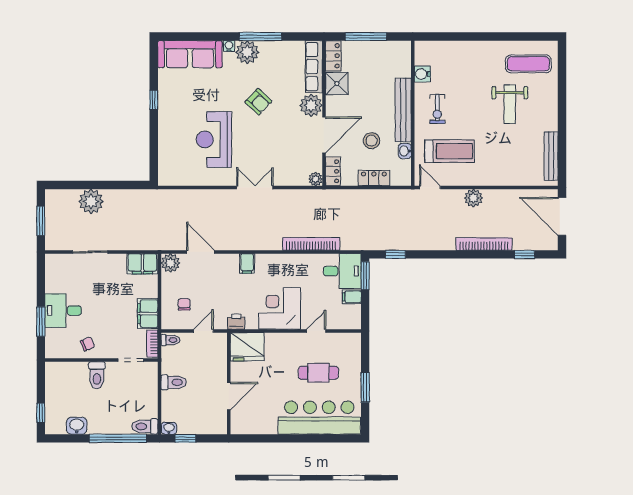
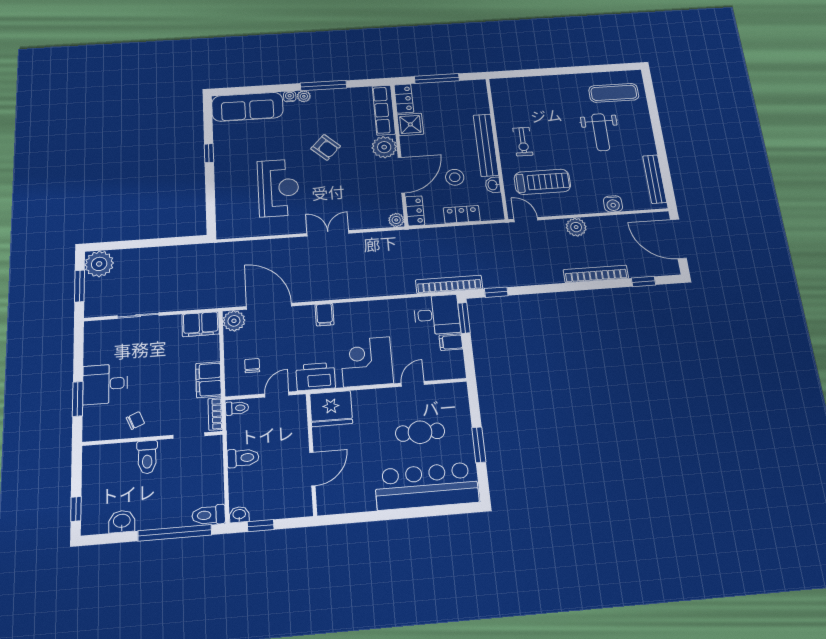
plant: (247, 52) -> (304, 96), width x0.53, depth x0.53
water cooler: (422, 74) -> (613, 204), moved, turned -90
reception desk: (214, 140) -> (278, 188), turned 180
plant: (91, 201) -> (99, 264), moved
bookcase: (311, 244) -> (449, 284), moved
door: (201, 252) -> (269, 306), width x1.36
printer: (236, 322) -> (316, 377), width x1.87, depth x1.48

